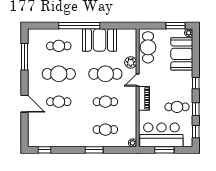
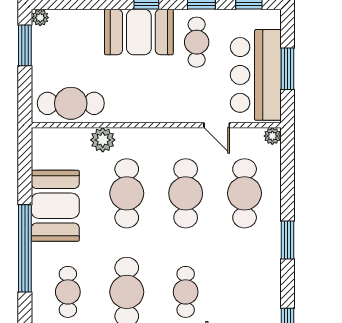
booth: (182, 54) -> (139, 32), moved
door: (138, 80) -> (217, 125), moved
piano: (144, 98) -> (179, 112), removed
cafe table: (105, 102) -> (186, 193), width x1.37, depth x1.35
cafe table: (105, 130) -> (245, 193), width x1.37, depth x1.35
window: (94, 150) -> (287, 240), moved

